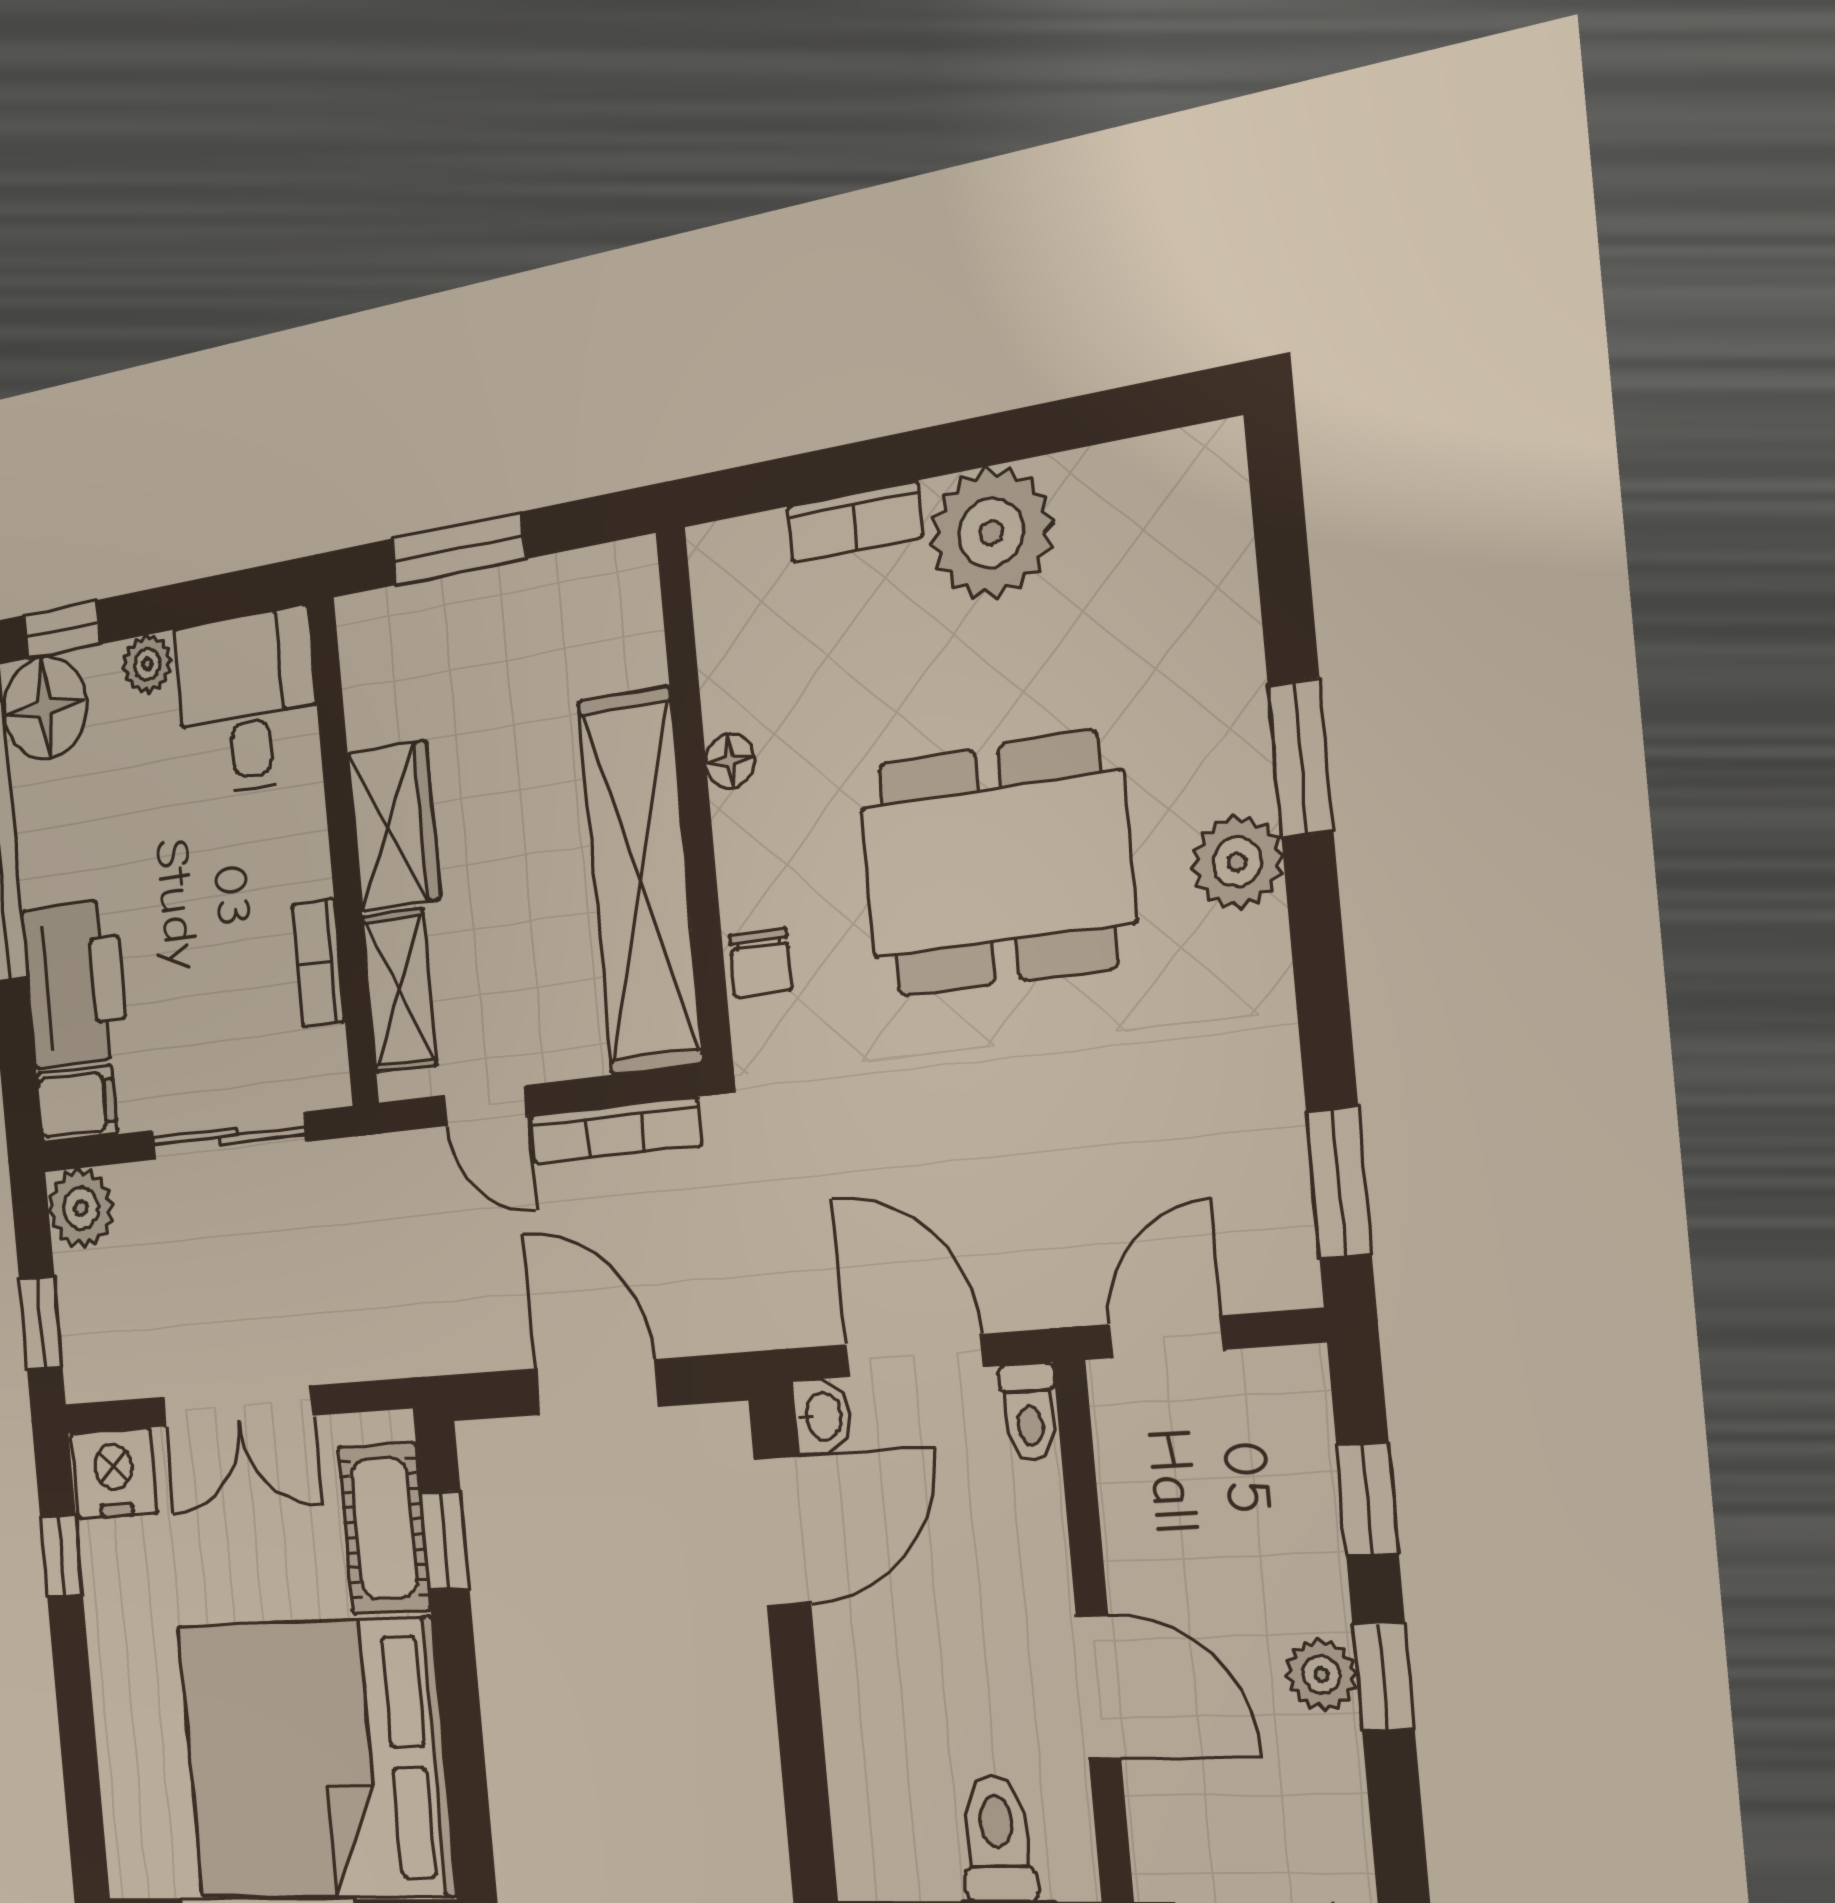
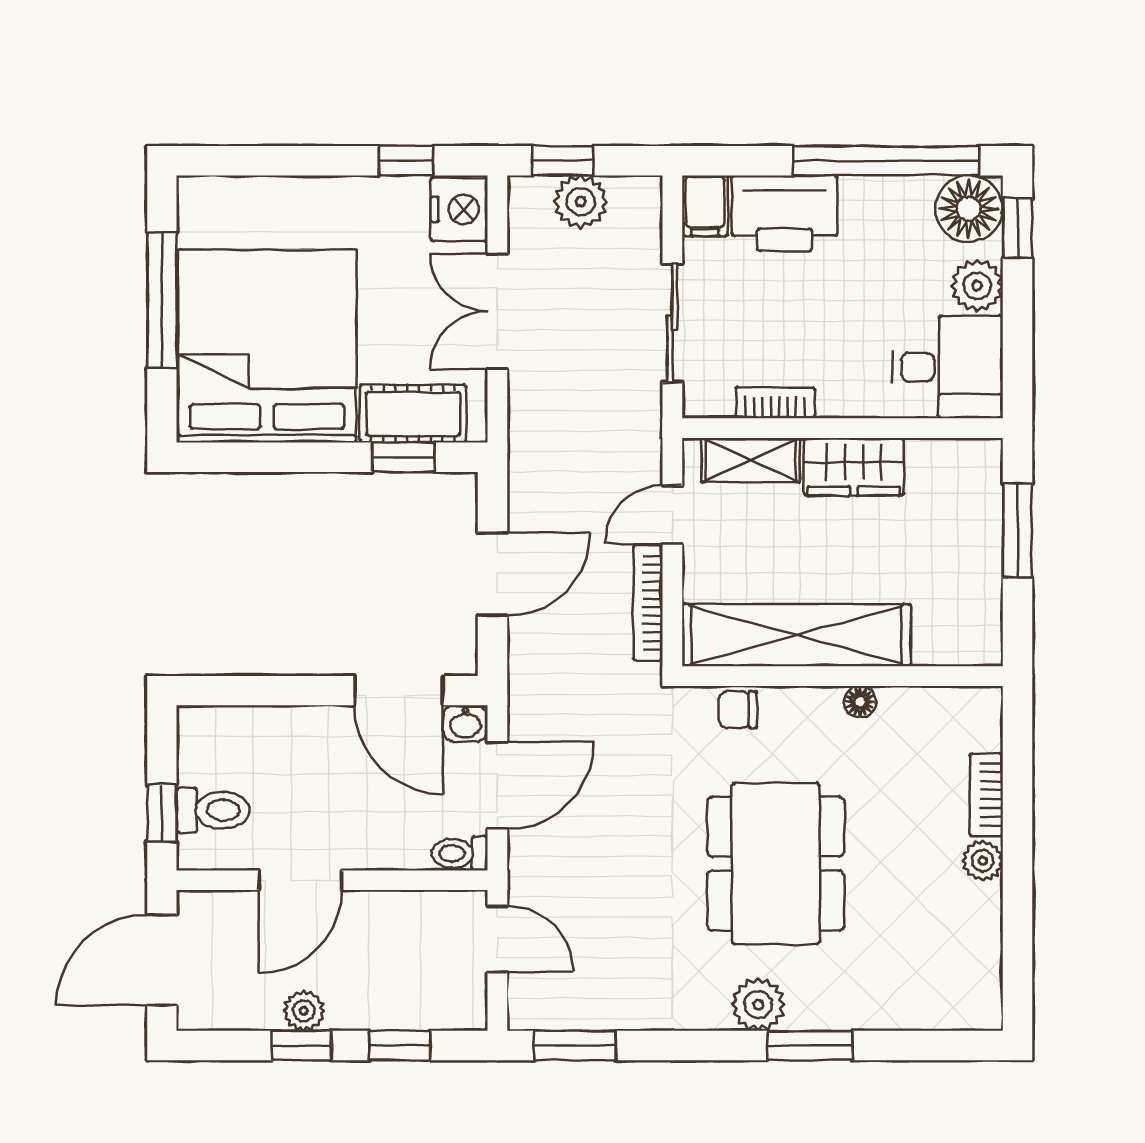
plant: (991, 533) -> (983, 861), width x0.53, depth x0.53
plant: (147, 664) -> (977, 286), width x1.38, depth x1.38
plant: (81, 1208) -> (581, 202), moved

